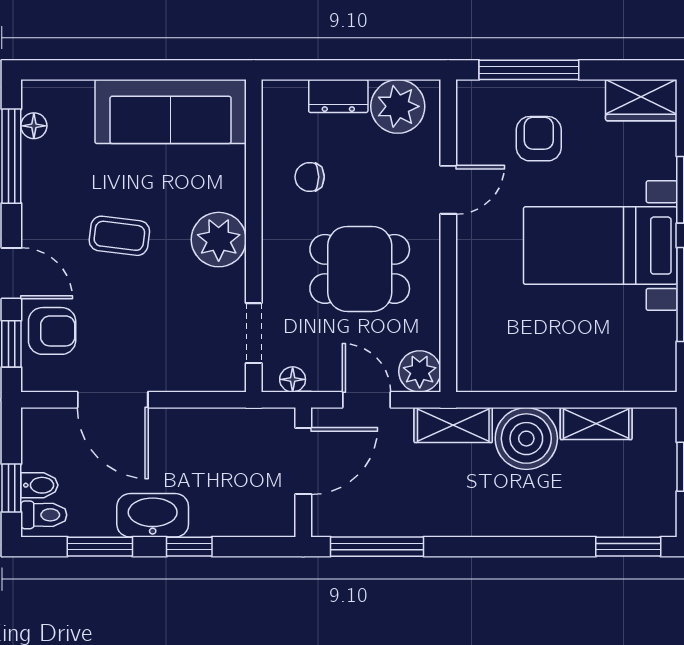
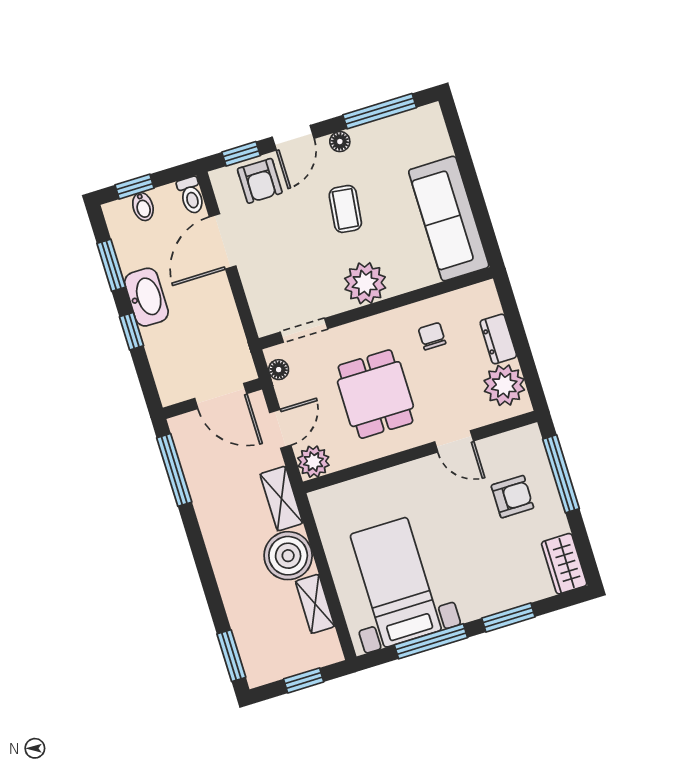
floor lamp: (34, 126) -> (340, 142), moved
bed with nightstands: (600, 246) -> (396, 582), moved
toilet: (44, 515) -> (191, 195), moved

